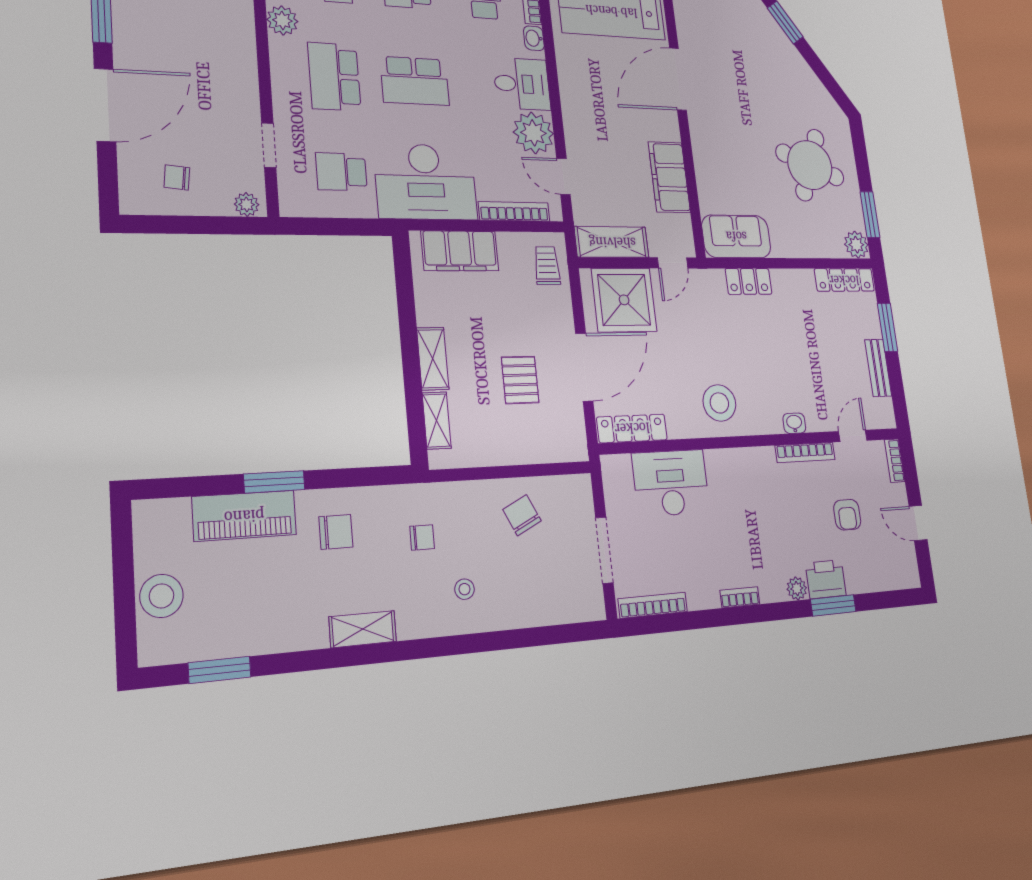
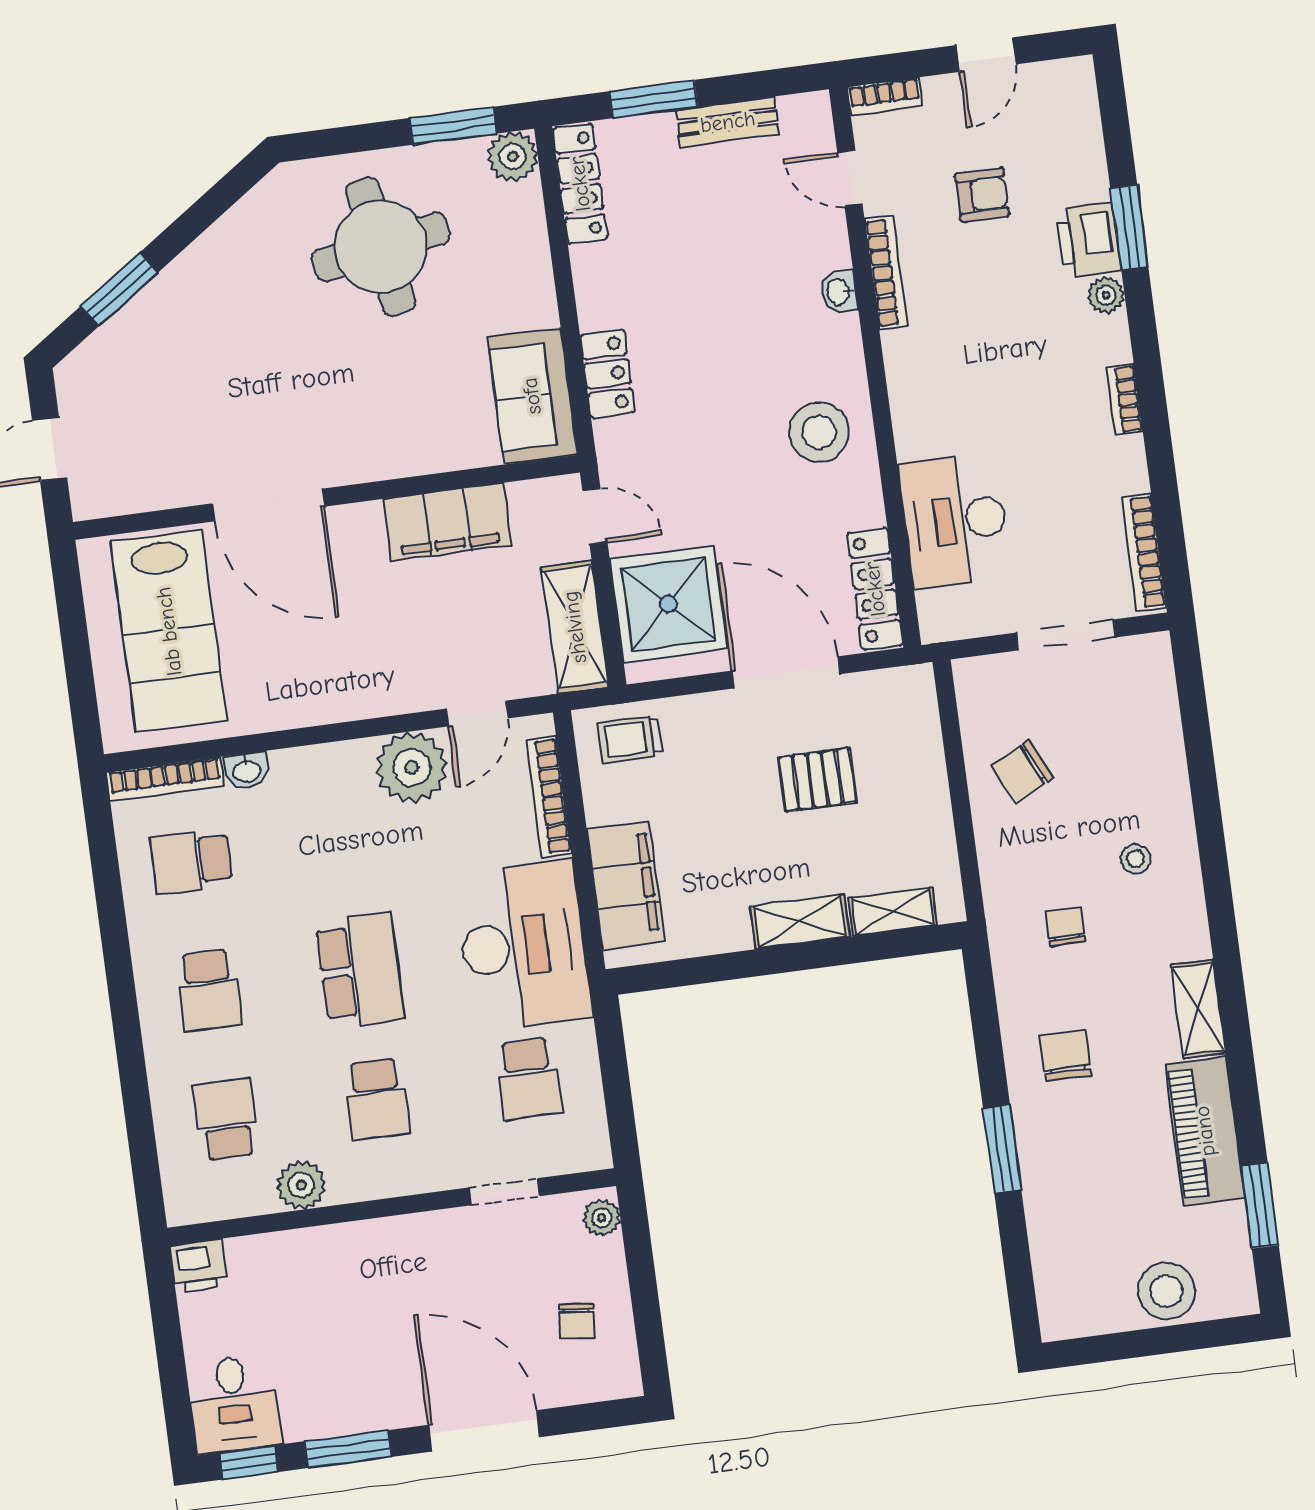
school desk: (334, 77) -> (377, 1099), width x0.54
desk: (522, 84) -> (331, 790), removed
round table: (810, 165) -> (381, 247), turned -32
piano: (244, 516) -> (1205, 1131), moved, turned 180

